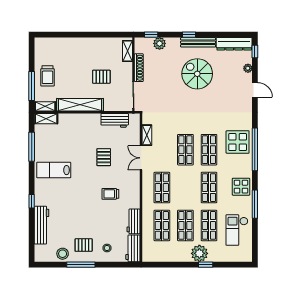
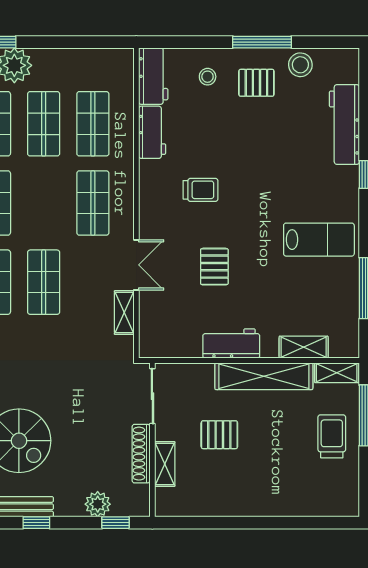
shelving: (127, 51) -> (165, 464), moved
shelving: (46, 119) -> (304, 347), moved
workbench: (115, 120) -> (231, 344), moved

